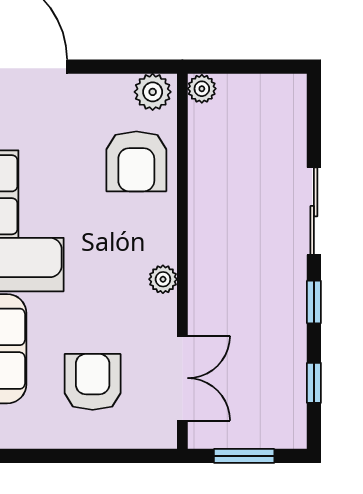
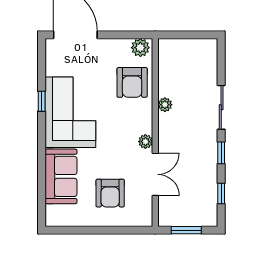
plant: (202, 89) -> (165, 105), moved
double door: (182, 378) -> (155, 174), moved
armchair: (93, 382) -> (110, 193), turned 180

